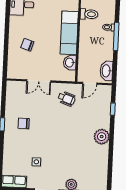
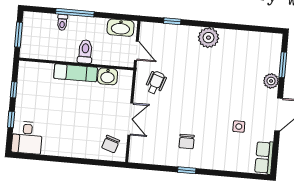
toilet: (89, 14) -> (85, 52), moved
exam couch: (69, 33) -> (76, 73), width x0.73, depth x0.69
chair: (27, 45) -> (111, 144), moved

